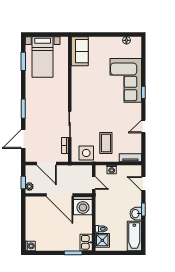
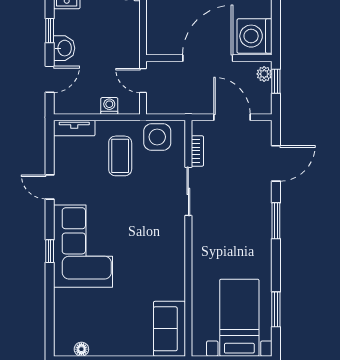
corner sofa: (126, 80) -> (83, 246), moved
door: (143, 126) -> (50, 187), swing flipped
door: (143, 184) -> (50, 79), hinge flipped
door: (59, 195) -> (208, 58), hinge flipped
washing machine: (83, 206) -> (255, 36), moved, turned -90
washbasin: (136, 214) -> (64, 48), moved

